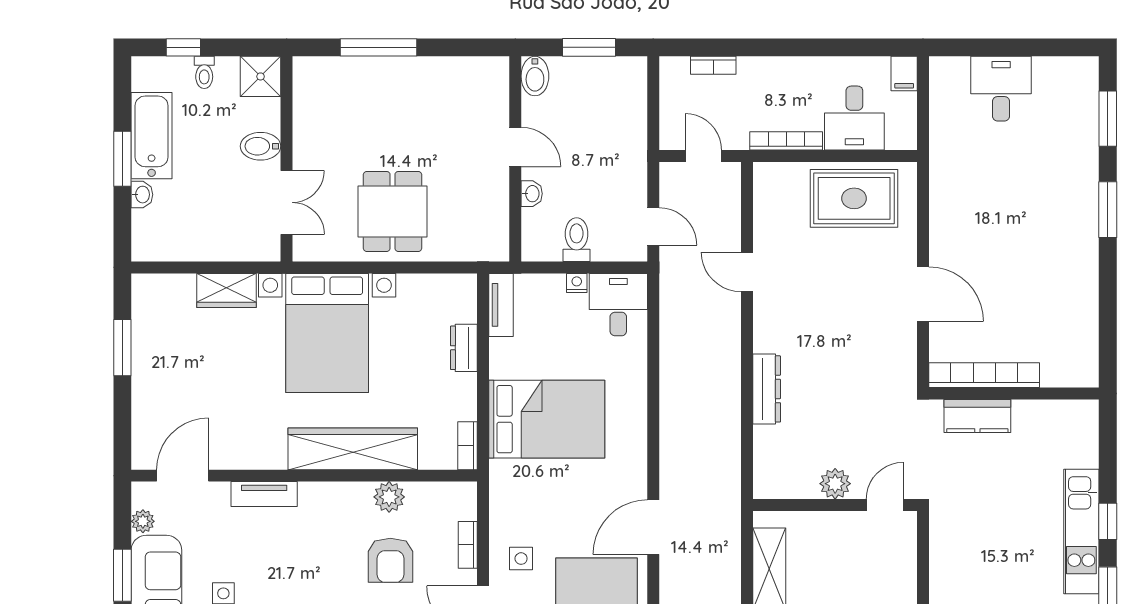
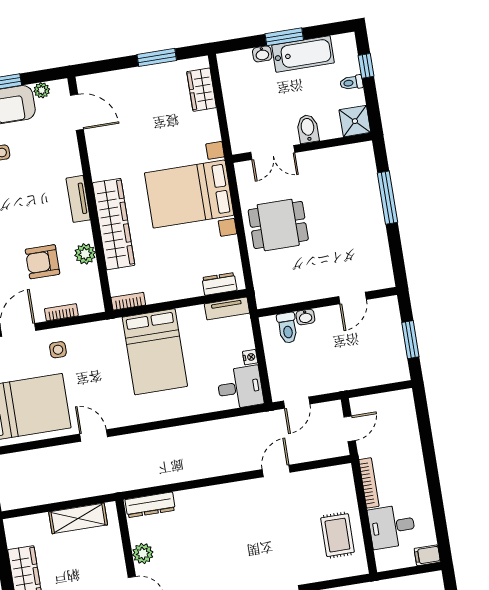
bookcase: (713, 65) -> (412, 425), removed
bidet: (535, 76) -> (385, 306), removed
door: (515, 147) -> (353, 298), moved
rug: (854, 198) -> (337, 535), width x0.73, depth x0.70
toilet: (577, 240) -> (287, 328), moved, turned 90
wardrobe: (227, 290) -> (202, 90), moved
dresser: (464, 348) -> (219, 284), moved
dresser: (767, 389) -> (150, 505), moved
tv unit: (264, 494) -> (78, 199), moved
door: (653, 527) -> (94, 435), width x0.73

